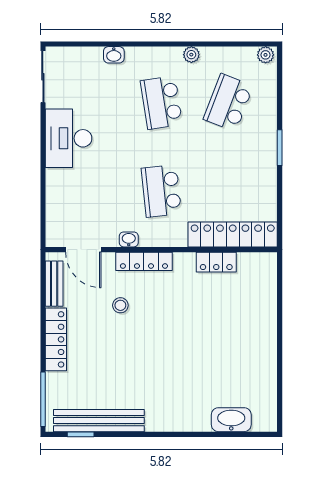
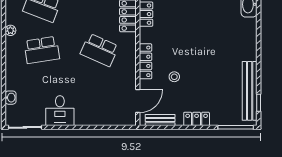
washbasin: (114, 55) -> (11, 98), moved
desk: (69, 138) -> (60, 111), width x0.73
school desk: (161, 191) -> (100, 50), turned 30
washbasin: (129, 239) -> (131, 71), removed
locker: (56, 339) -> (197, 119), width x0.66

